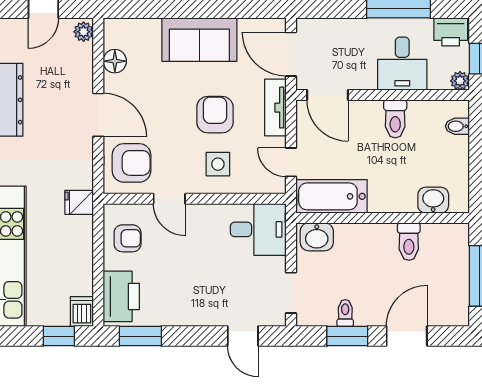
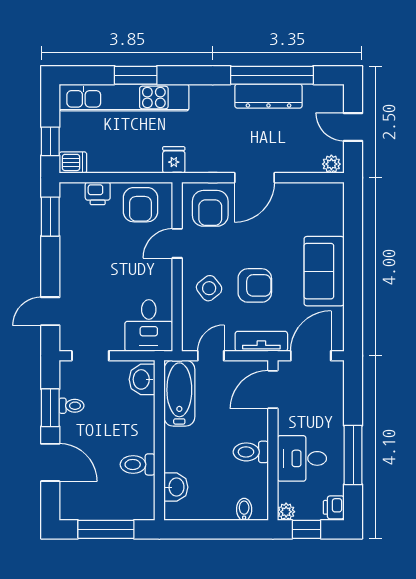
printer: (451, 32) -> (334, 507), width x0.73, depth x0.81
floor lamp: (115, 61) -> (304, 193), removed
side table: (218, 164) -> (209, 288), turned -38
armchair: (128, 238) -> (141, 205), width x1.38, depth x1.38
printer: (121, 296) -> (98, 193), width x0.53, depth x0.68

